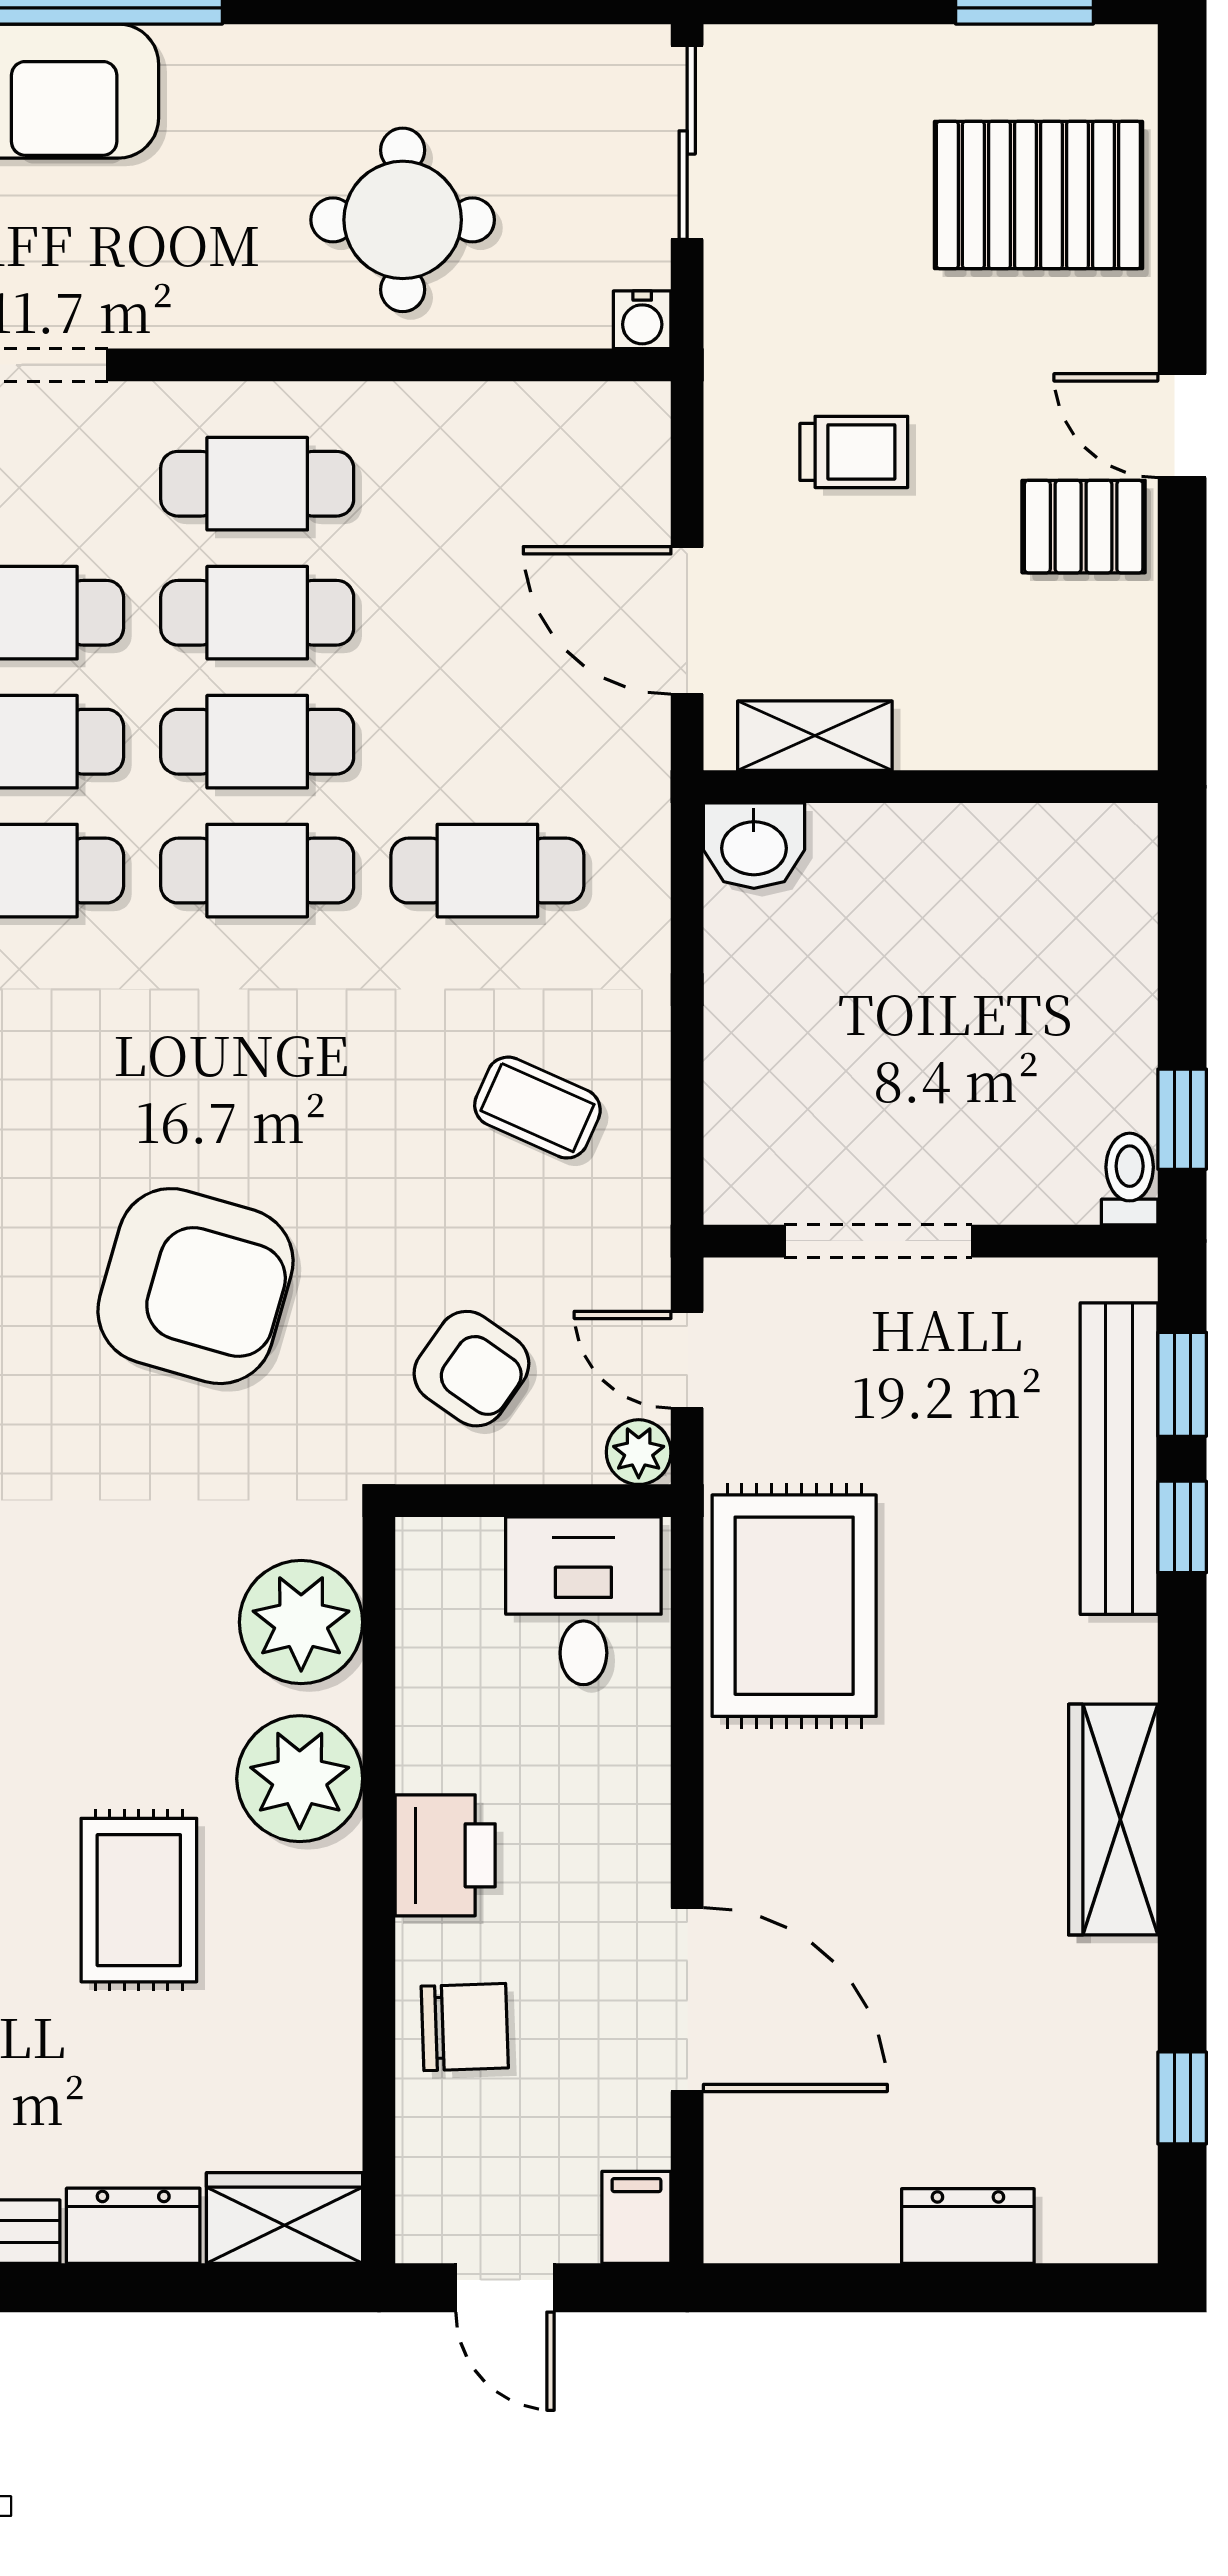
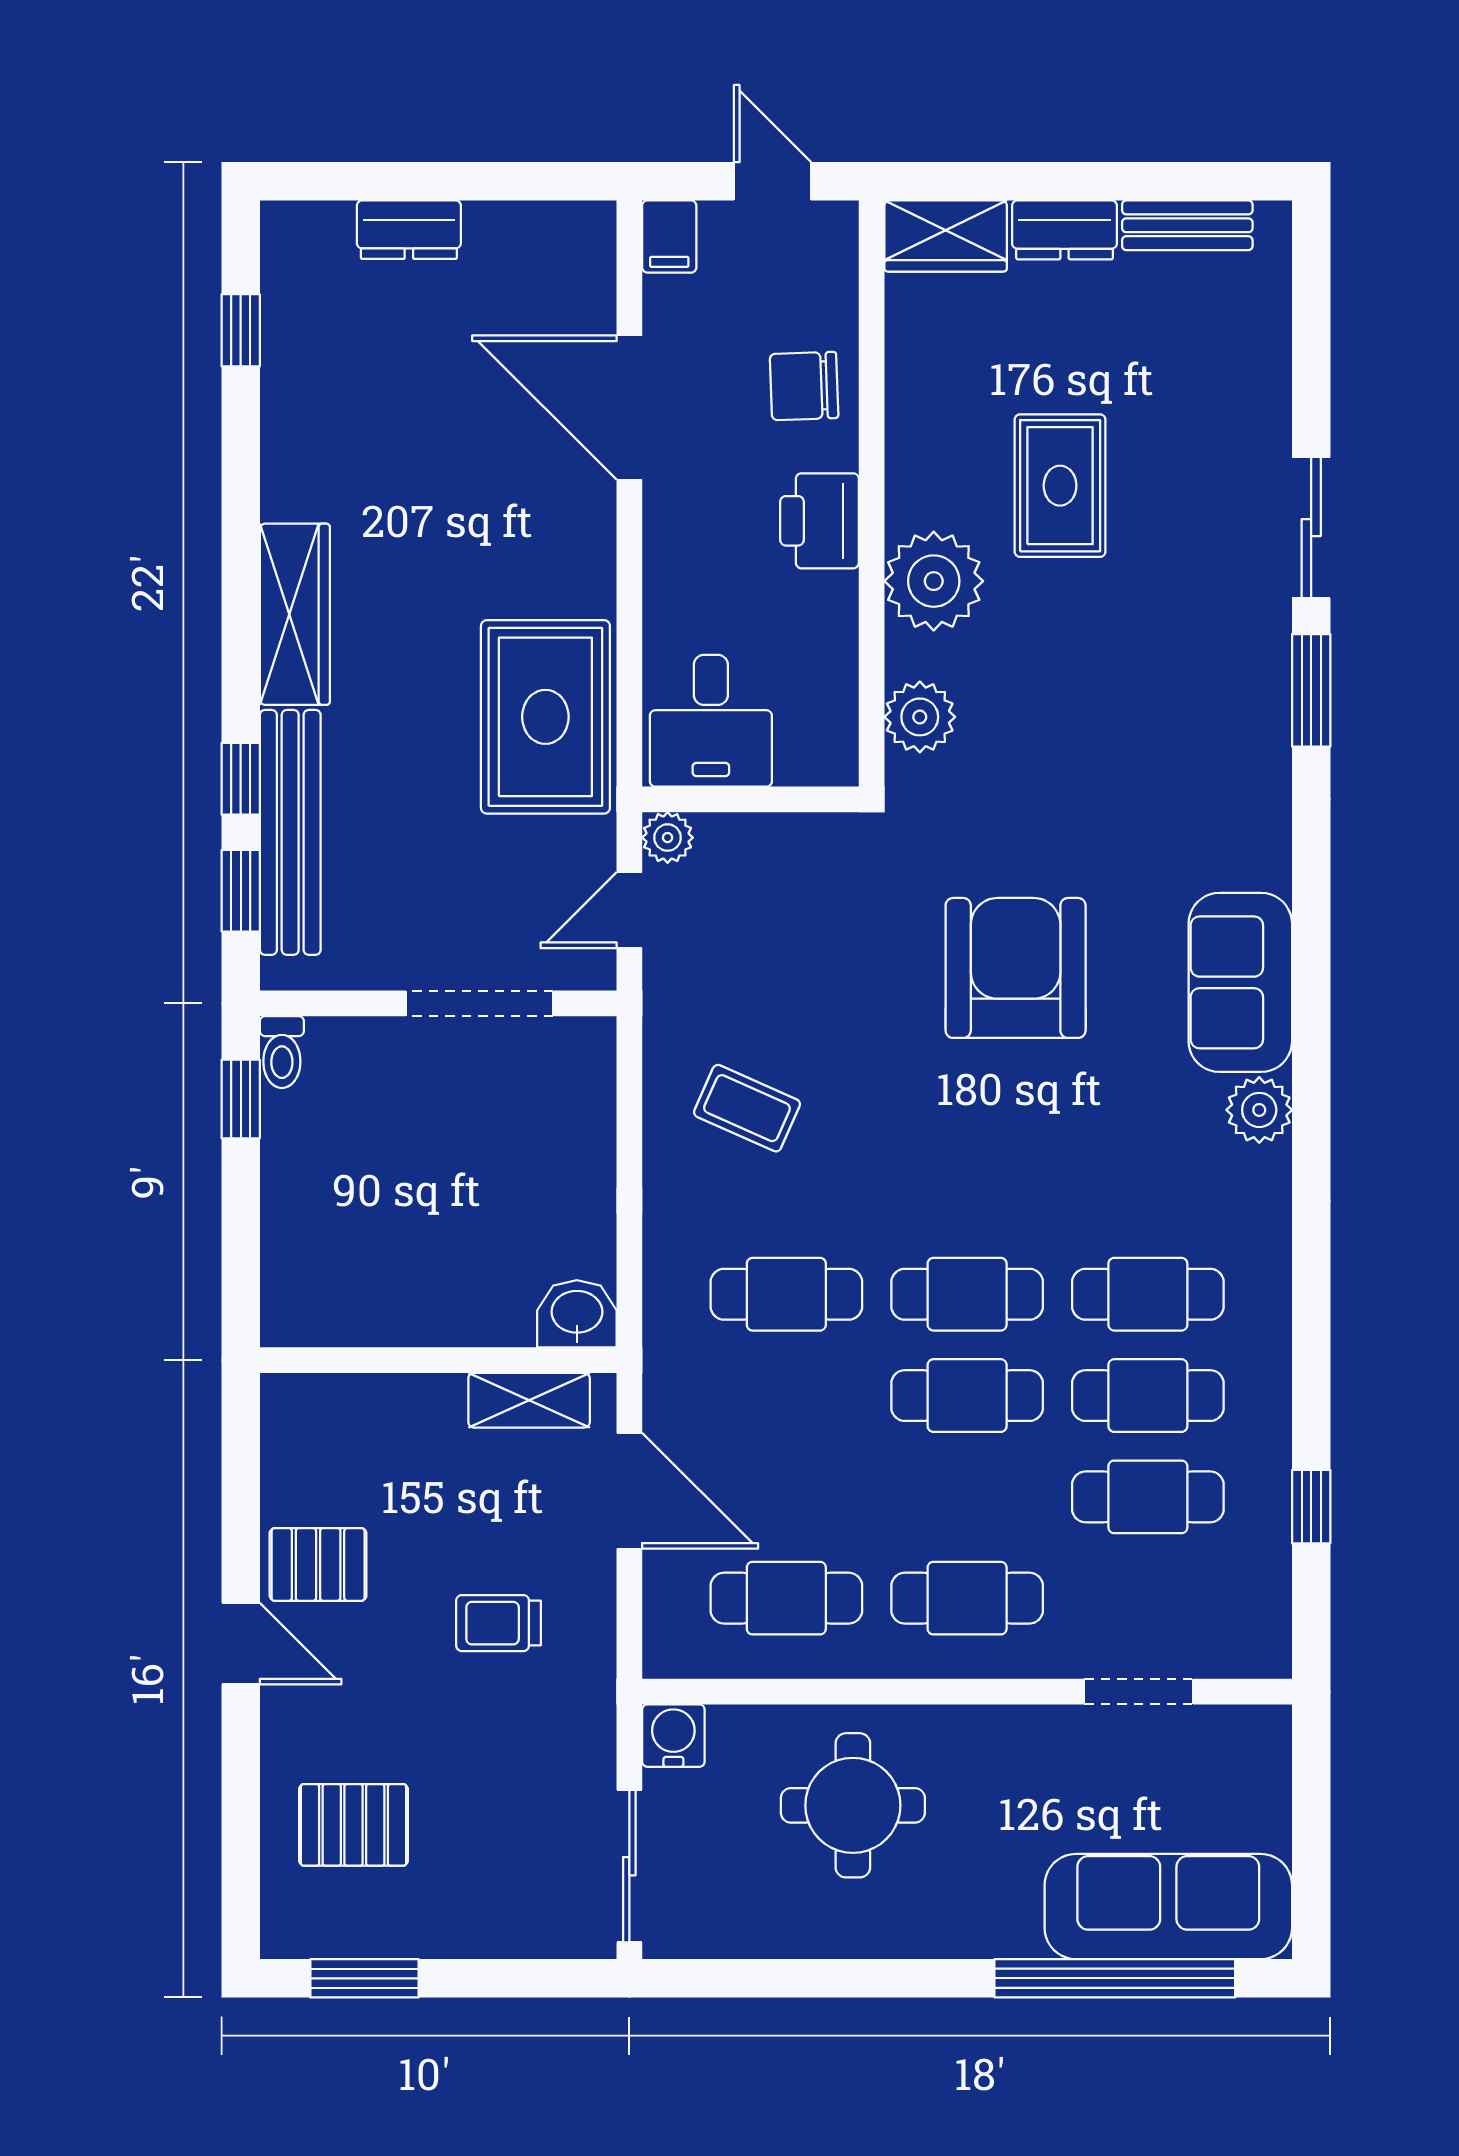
pallet: (1038, 195) -> (353, 1825), width x0.67, depth x0.71
water cooler: (642, 320) -> (673, 1736), width x1.38, depth x1.38
cafe table: (257, 613) -> (786, 1598), moved
armchair: (195, 1286) -> (1016, 968), turned 74
door: (687, 1360) -> (629, 910), swing flipped
armchair: (471, 1369) -> (799, 903), removed
plant: (301, 1622) -> (920, 717), width x0.73, depth x0.73
wardrobe: (1113, 1820) -> (295, 614), moved

